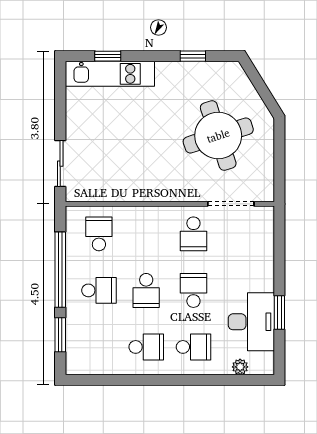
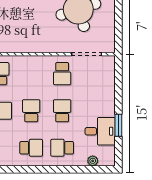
school desk: (146, 290) -> (31, 111), turned 180
desk: (251, 322) -> (100, 131), width x0.73
school desk: (193, 347) -> (62, 148), turned 180

